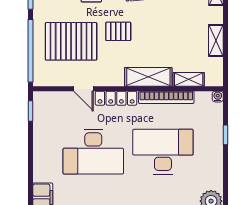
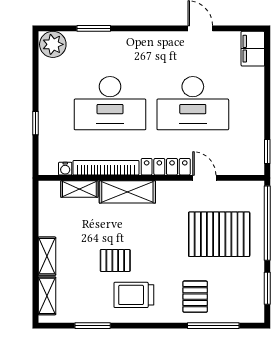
pallet: (118, 31) -> (115, 260), moved
shelving: (216, 40) -> (47, 256), moved
water cooler: (218, 97) -> (65, 169), moved
desk: (93, 152) -> (193, 103), turned 180

